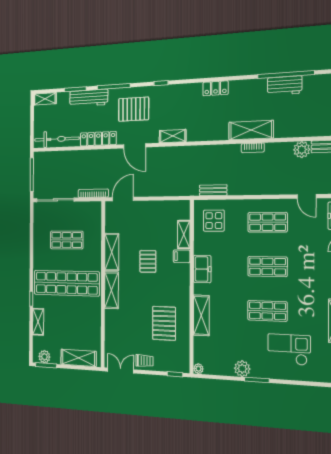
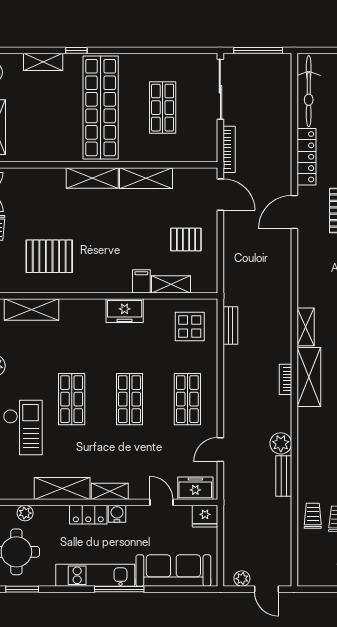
shelving: (173, 136) -> (306, 327), moved
pallet: (148, 261) -> (186, 239), moved
shelving: (201, 315) -> (31, 309), moved

